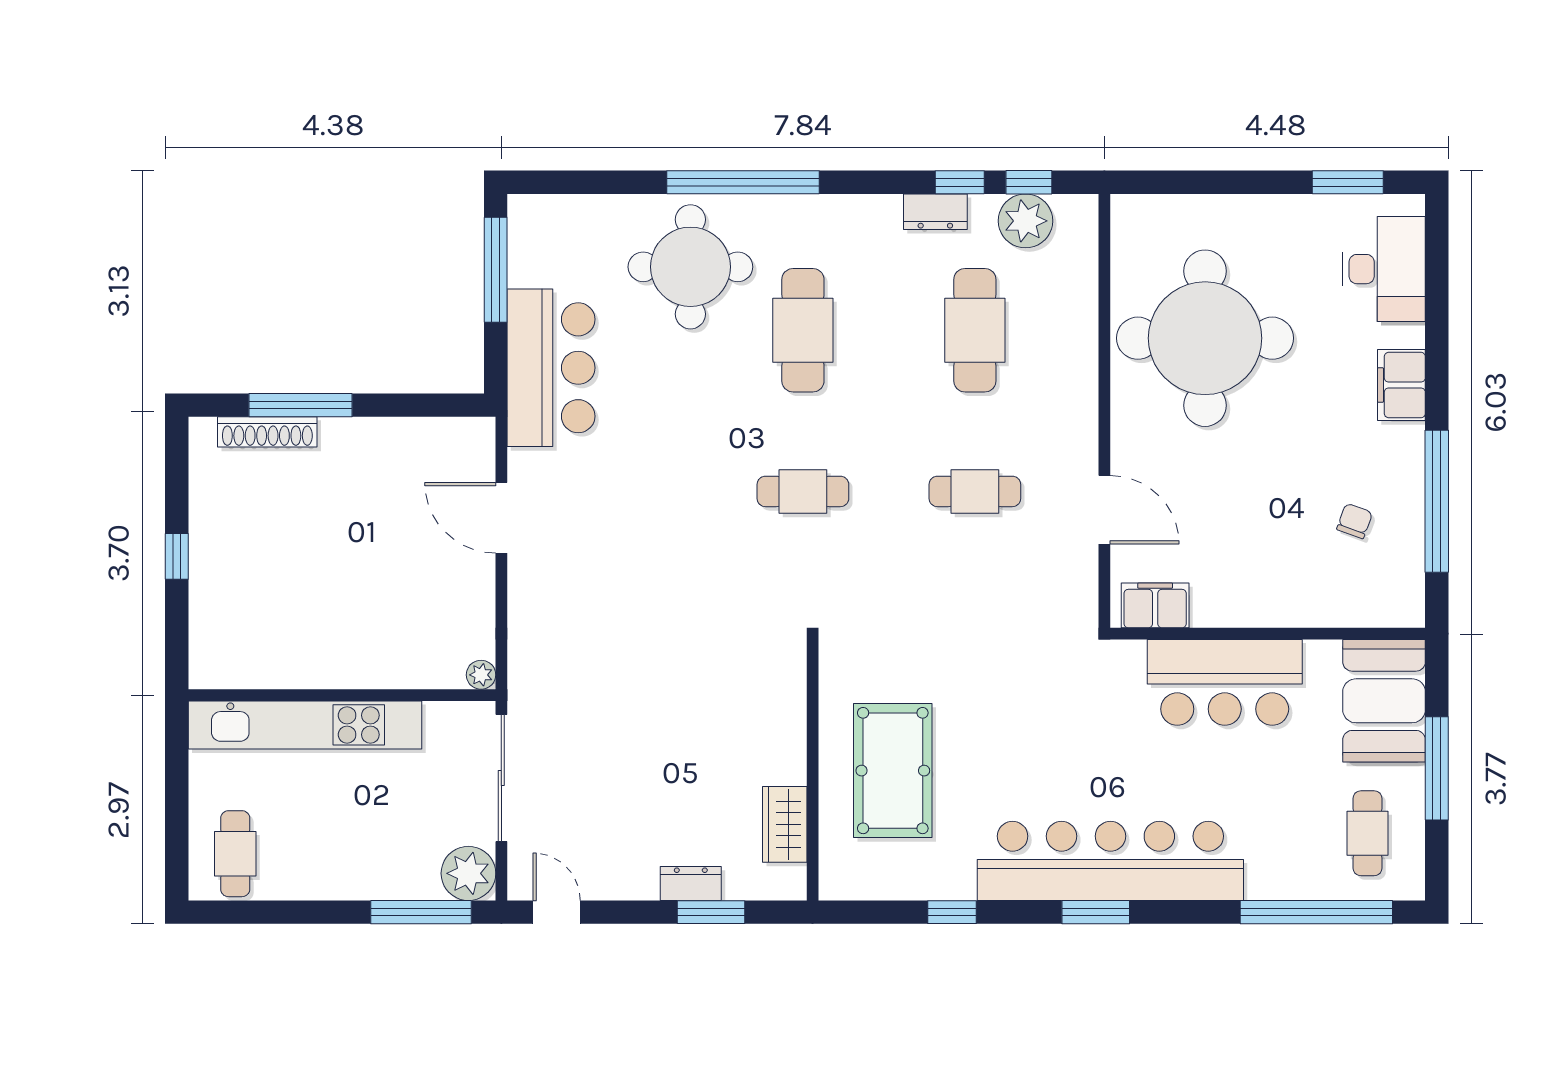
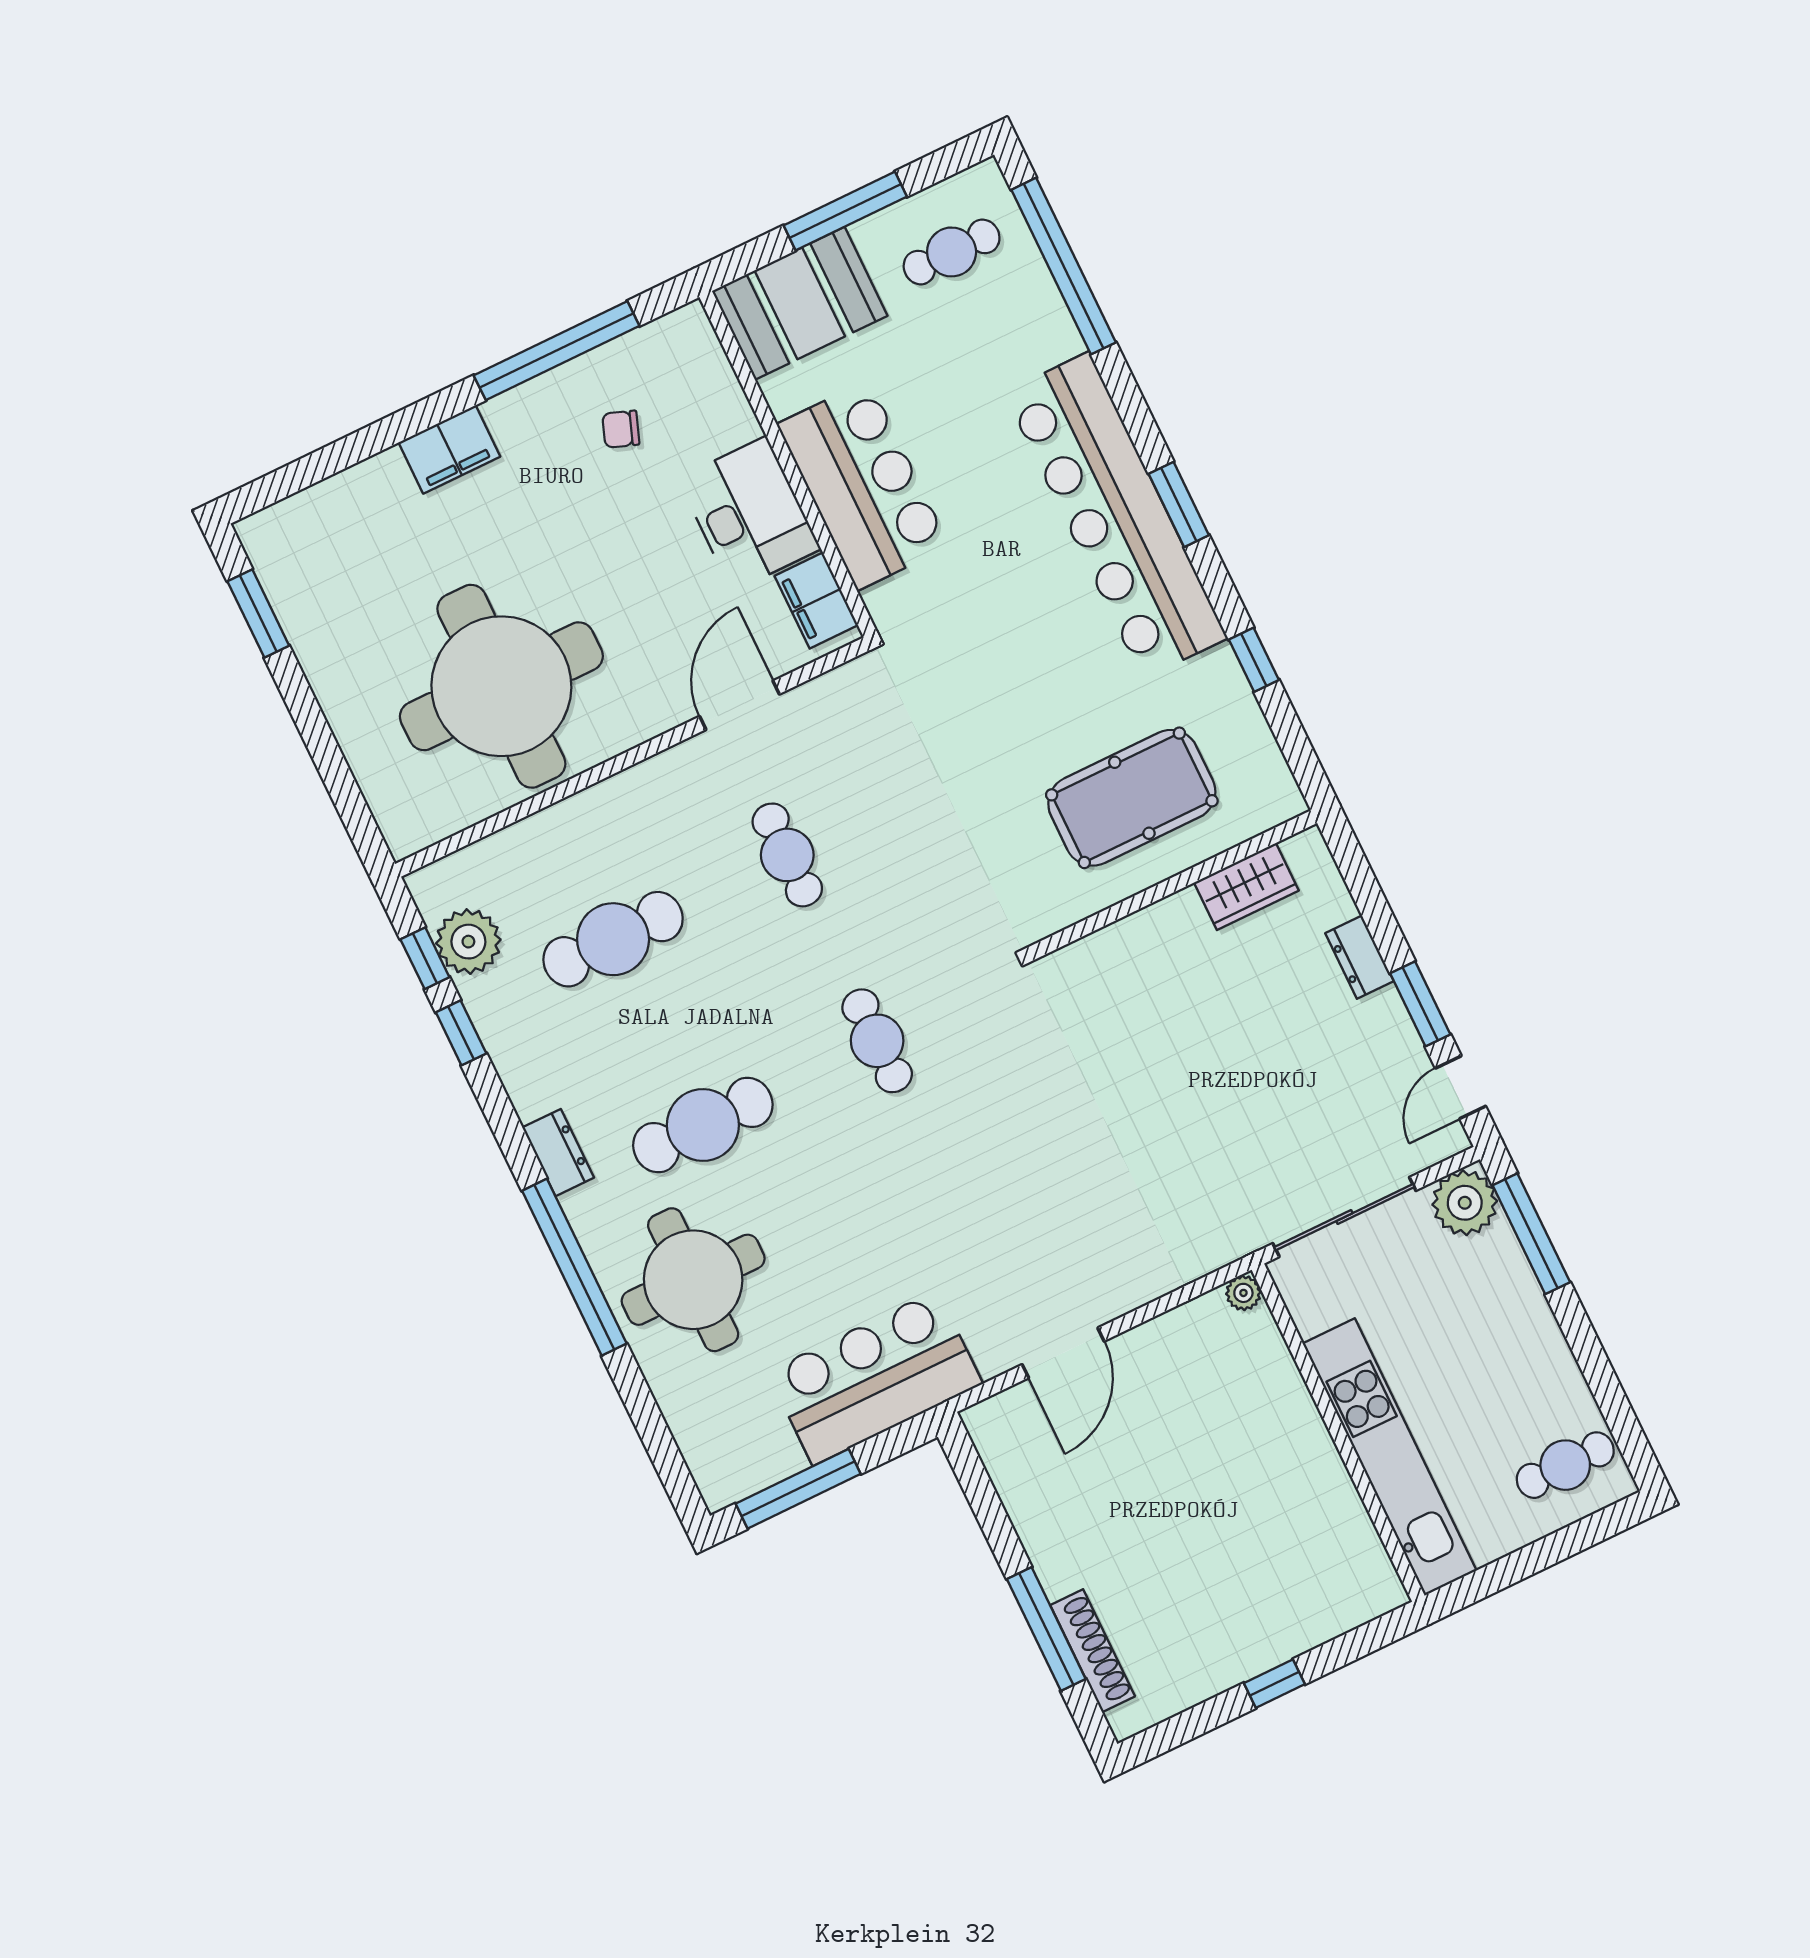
dresser: (935, 212) -> (558, 1153), moved
desk: (1384, 269) -> (749, 514), moved, turned 90
window: (711, 912) -> (1420, 1004), moved

